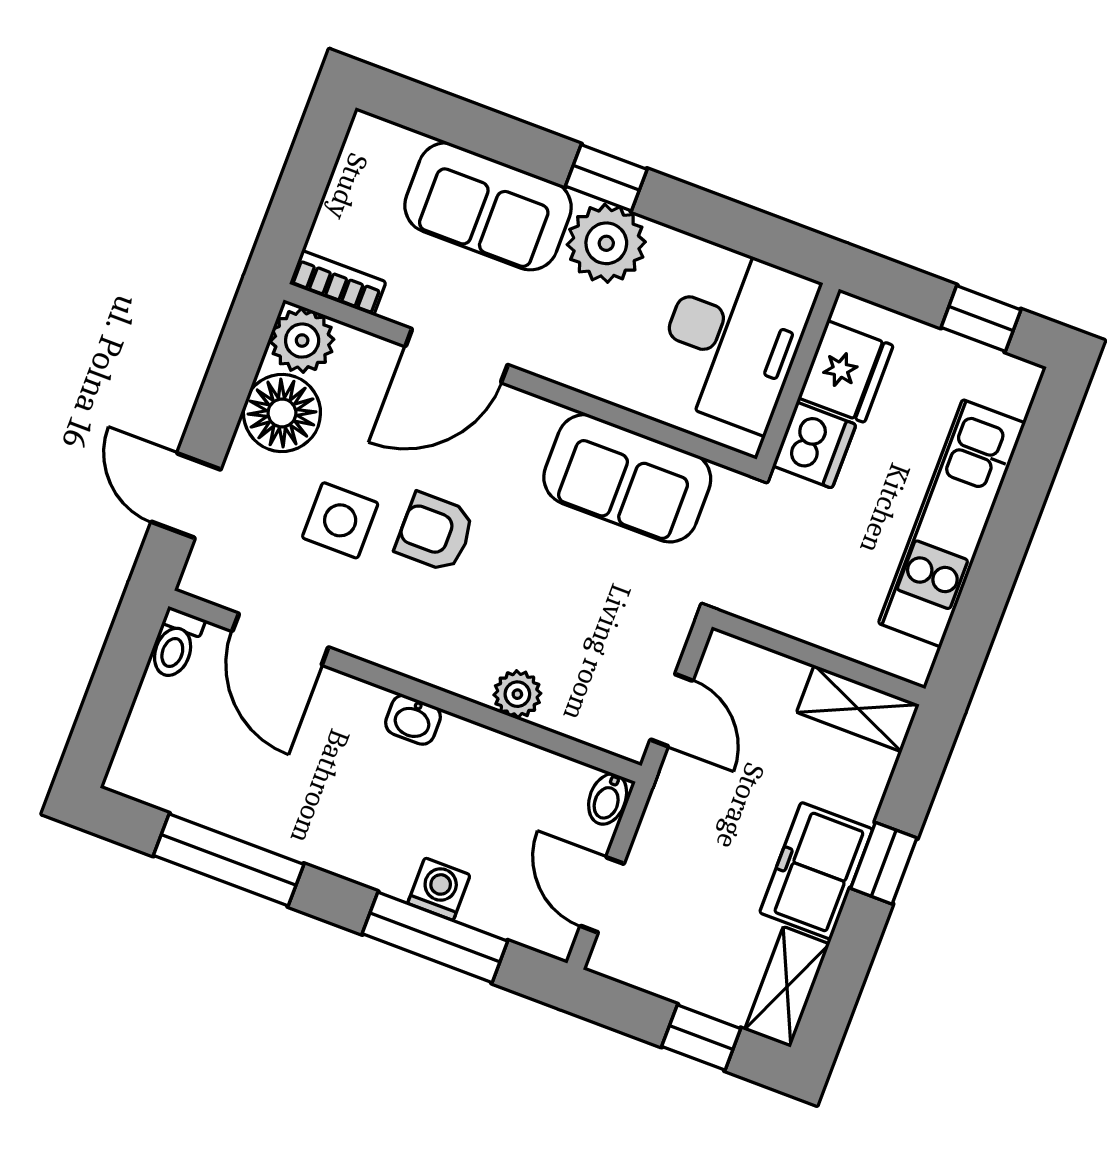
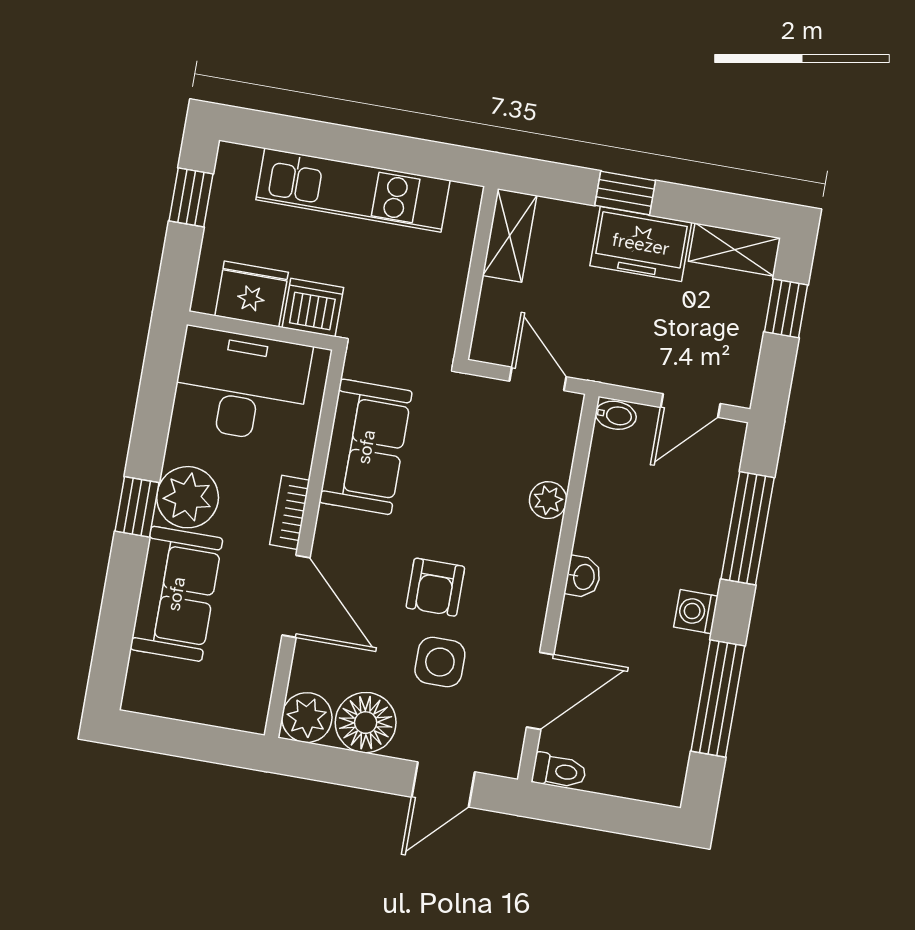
bookcase: (338, 283) -> (290, 512), moved
door: (672, 710) -> (538, 379), hinge flipped
washing machine: (439, 889) -> (696, 612), moved

